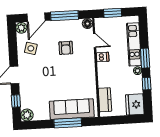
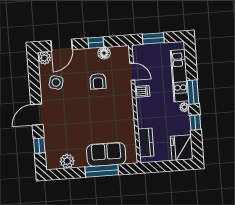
window: (65, 16) -> (96, 43), width x0.46
floor lamp: (87, 24) -> (104, 53), moved
sofa: (72, 109) -> (106, 154), width x0.73
plant: (27, 115) -> (67, 161), moved

